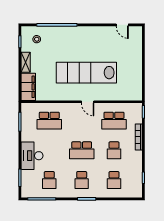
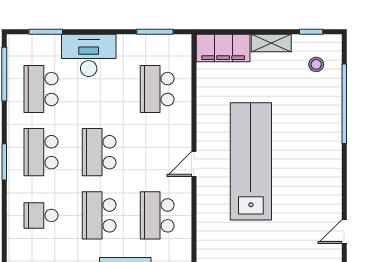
school desk: (114, 150) -> (99, 215), width x1.85
school desk: (49, 180) -> (41, 89), width x1.85
school desk: (82, 180) -> (41, 152), width x1.85

